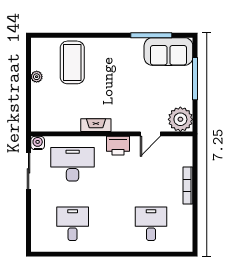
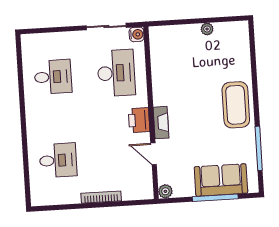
sofa: (168, 52) -> (221, 180), moved, turned 90
coffee table: (72, 62) -> (236, 105), moved, turned 90
plant: (180, 119) -> (165, 191), width x0.53, depth x0.53
fireplace: (96, 125) -> (161, 123), moved

